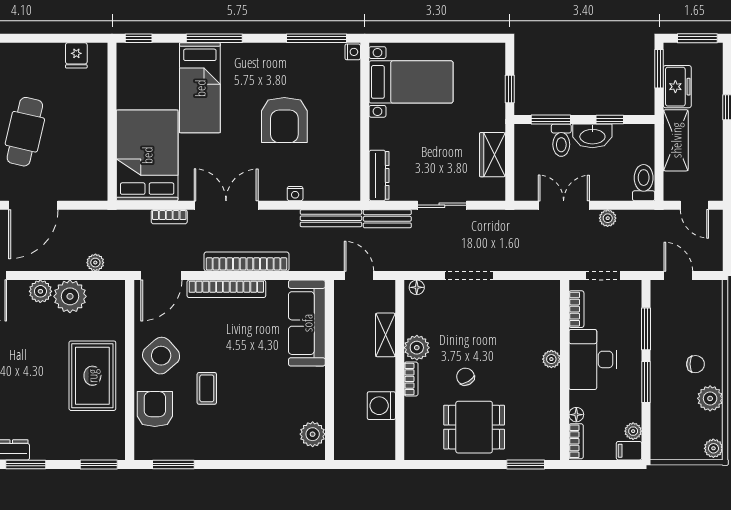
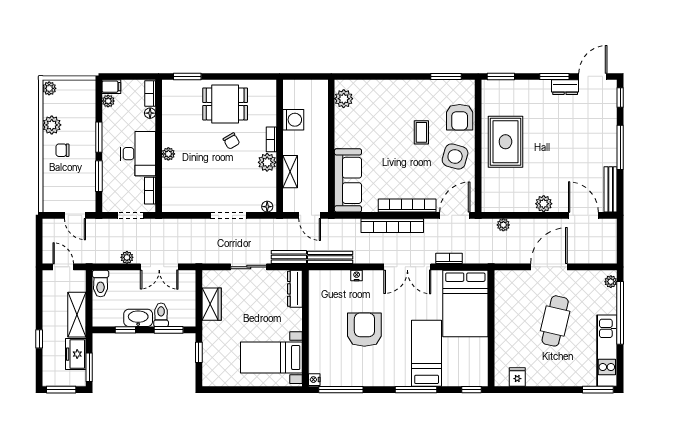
plant: (70, 296) -> (522, 200), removed
side table: (161, 356) -> (455, 156), turned -33

